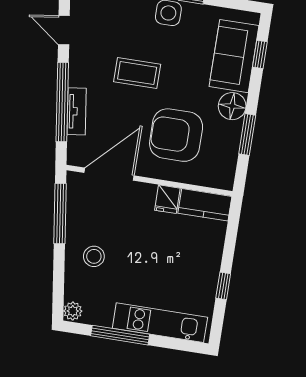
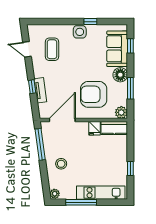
coffee table: (137, 73) -> (52, 49), moved, turned 90
window: (62, 102) -> (32, 87), width x0.32
plant: (223, 177) -> (121, 112), added

